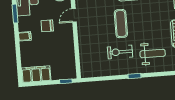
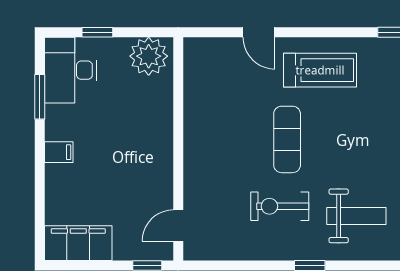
door: (74, 15) -> (178, 226), moved
chair: (47, 26) -> (113, 131), removed

